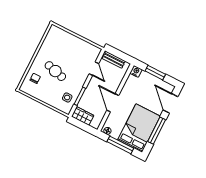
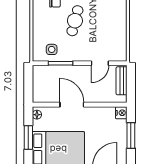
door: (113, 103) -> (72, 105), hinge flipped
wardrobe: (83, 116) -> (40, 78), removed
window: (120, 145) -> (28, 137), width x0.69

